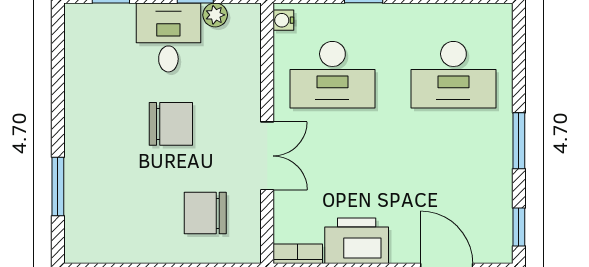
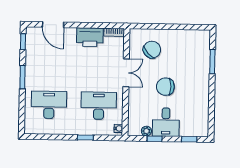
double door: (267, 156) -> (126, 73), swing flipped
chair: (205, 213) -> (152, 50), turned -43

